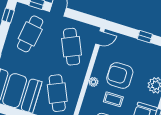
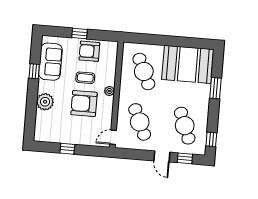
cafe table: (30, 34) -> (185, 126), turned -30
armchair: (120, 75) -> (84, 104), turned 180

